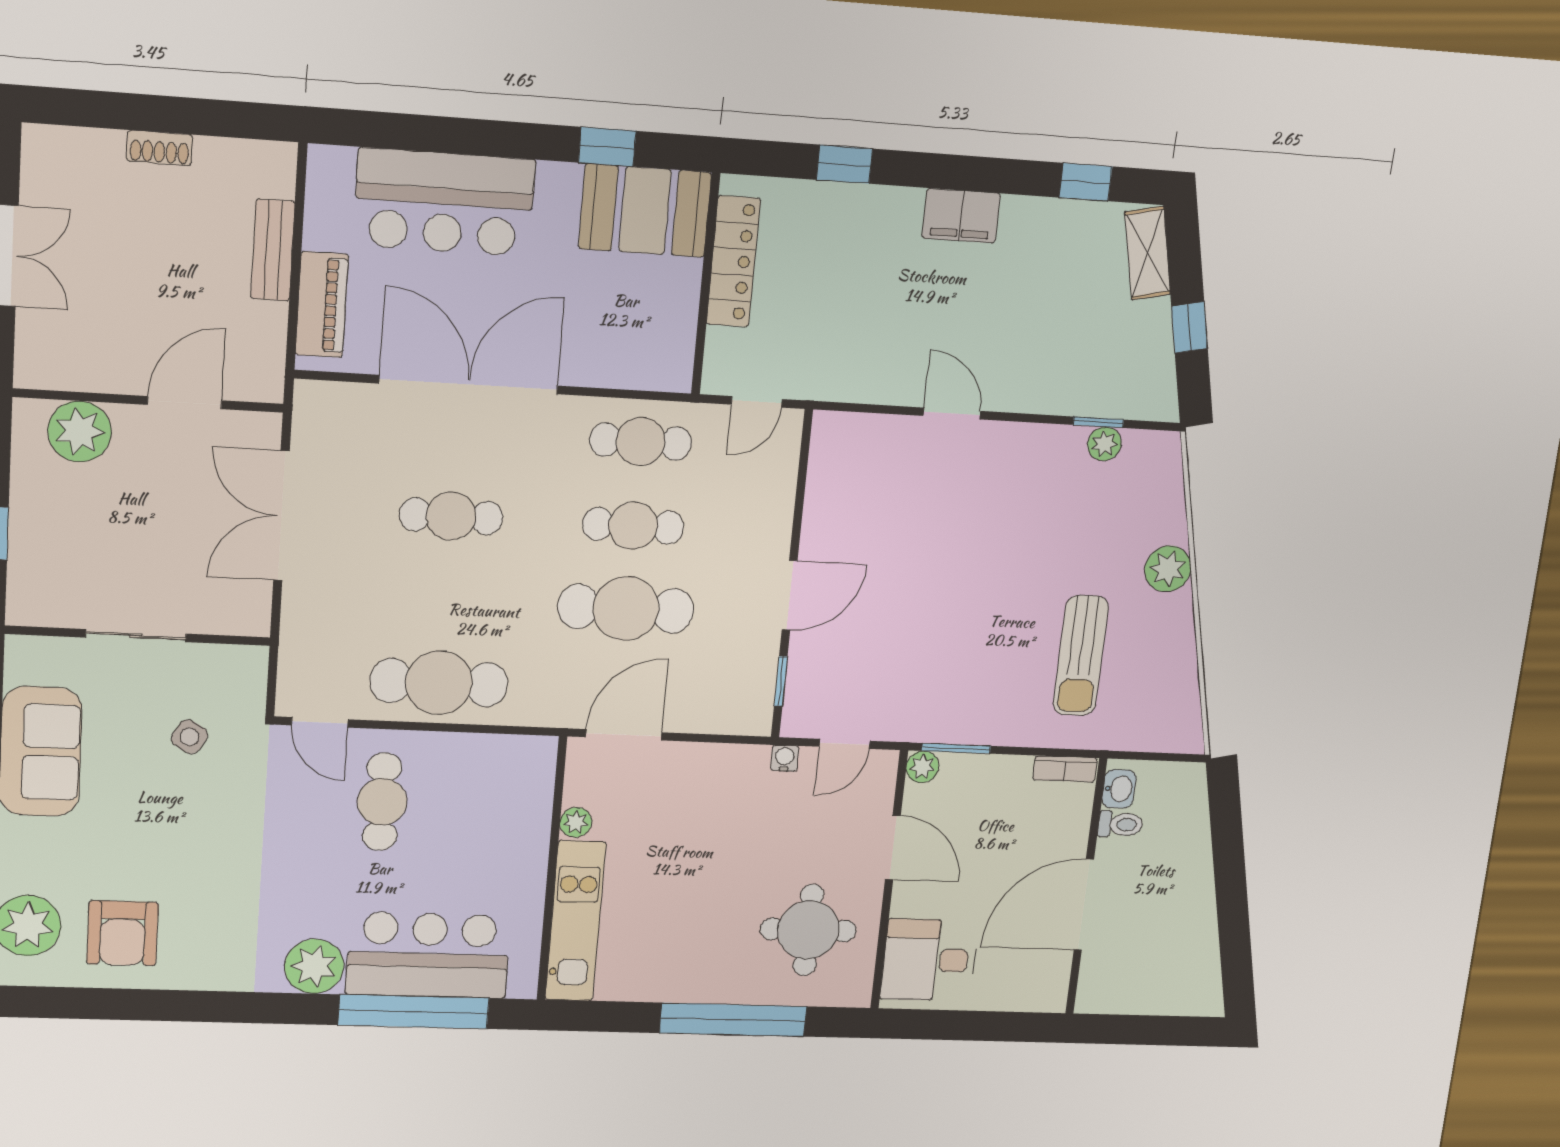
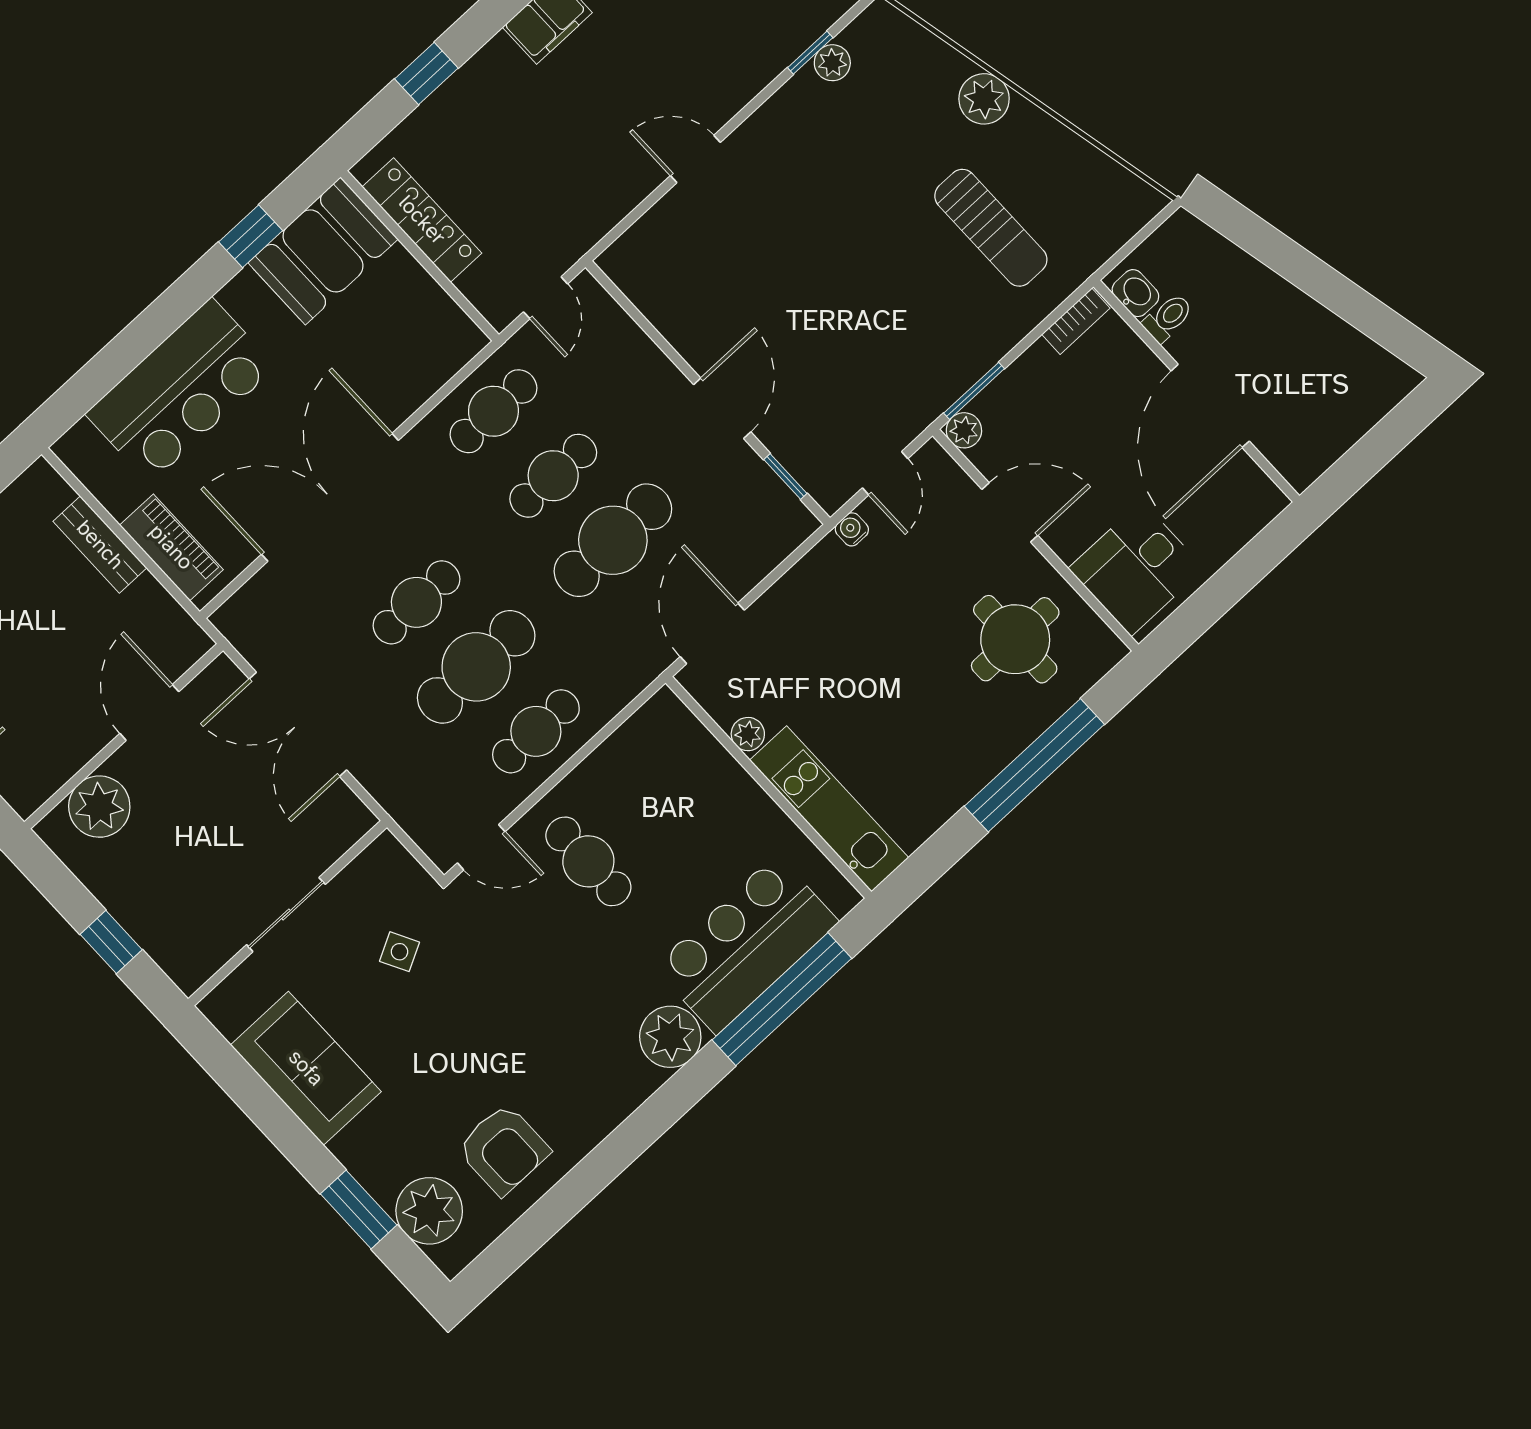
cafe table: (445, 600) -> (476, 667), added
cafe table: (439, 683) -> (536, 731), width x0.73, depth x0.74
side table: (189, 737) -> (399, 952), turned 31

